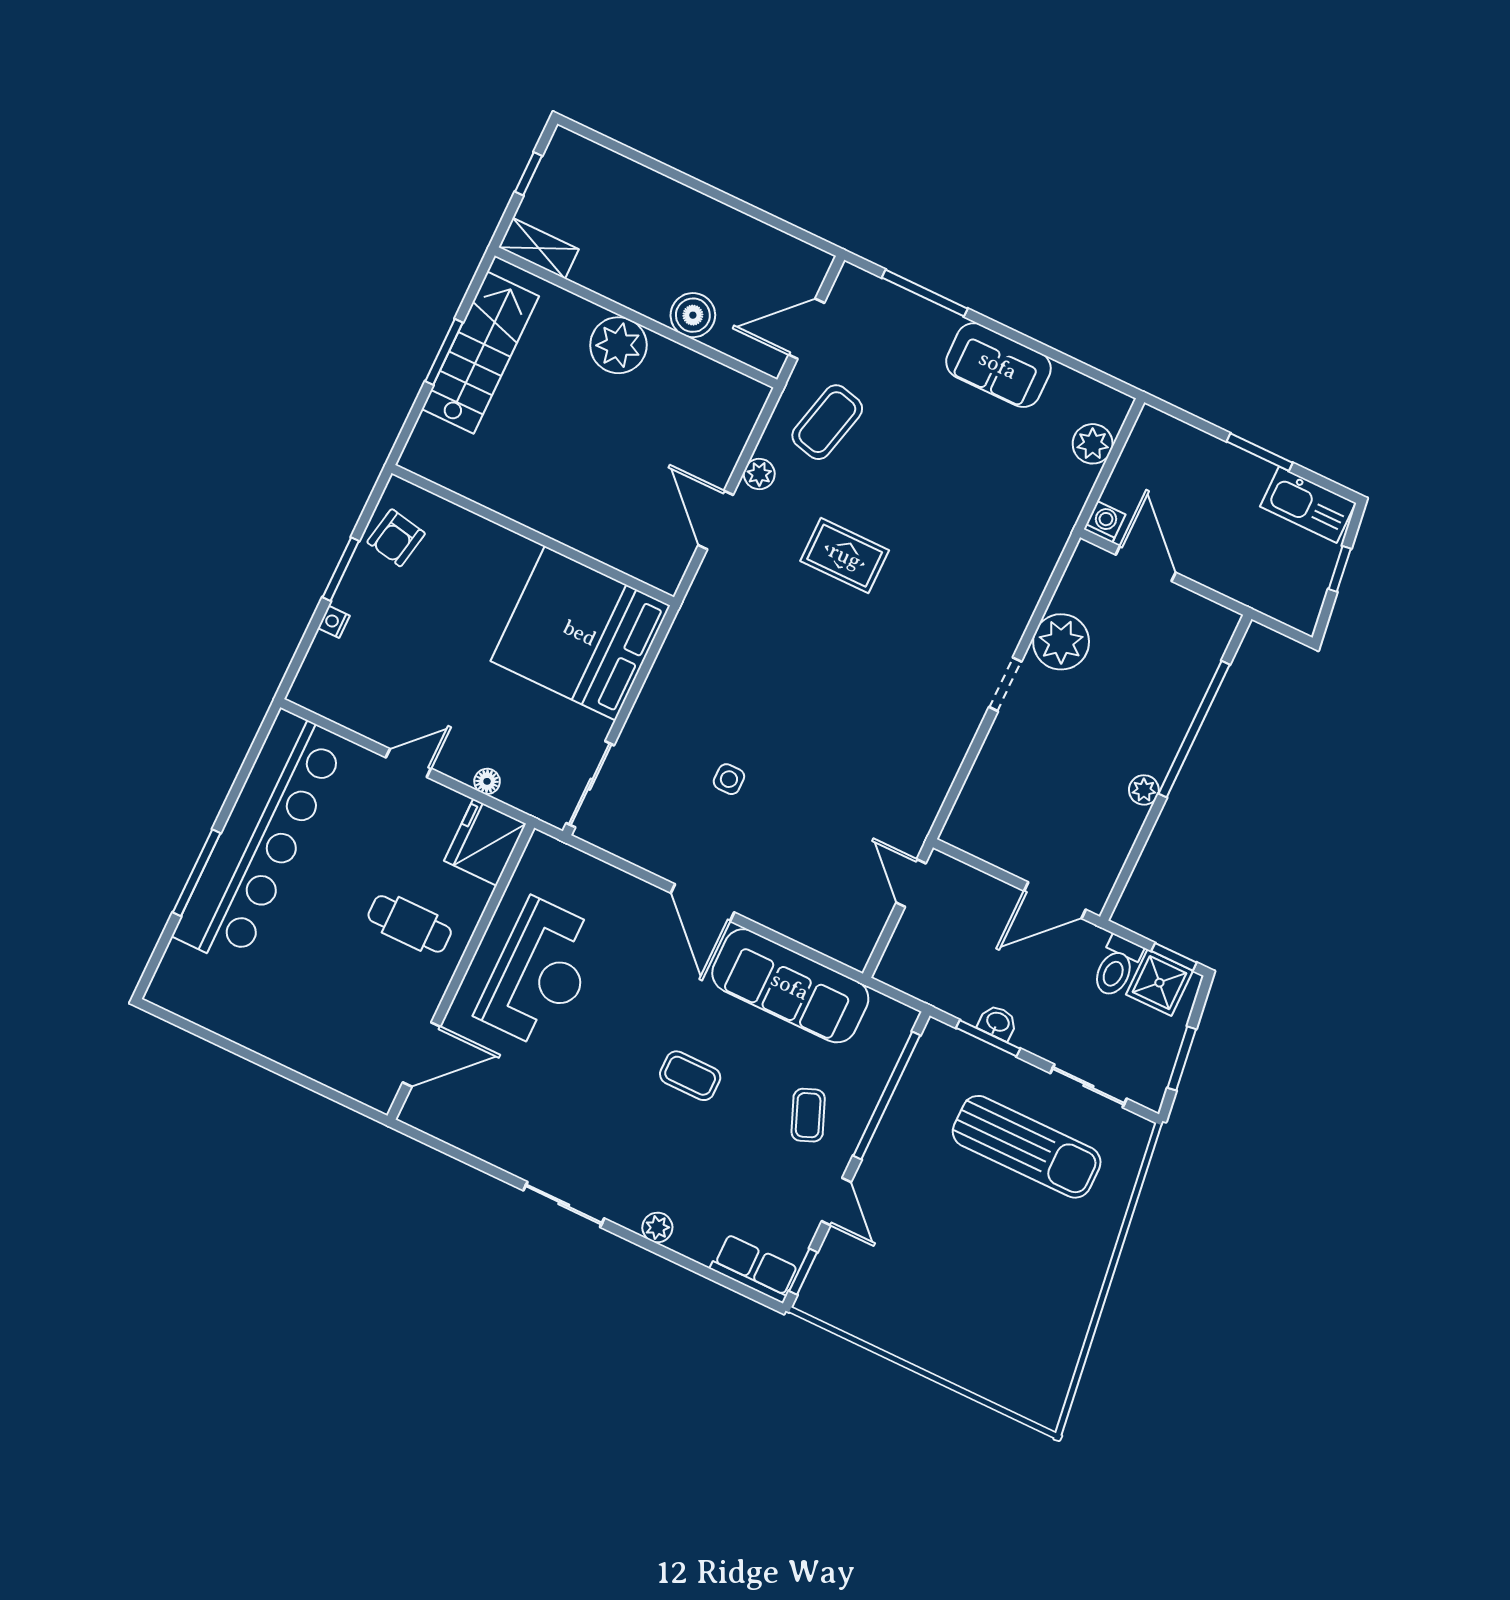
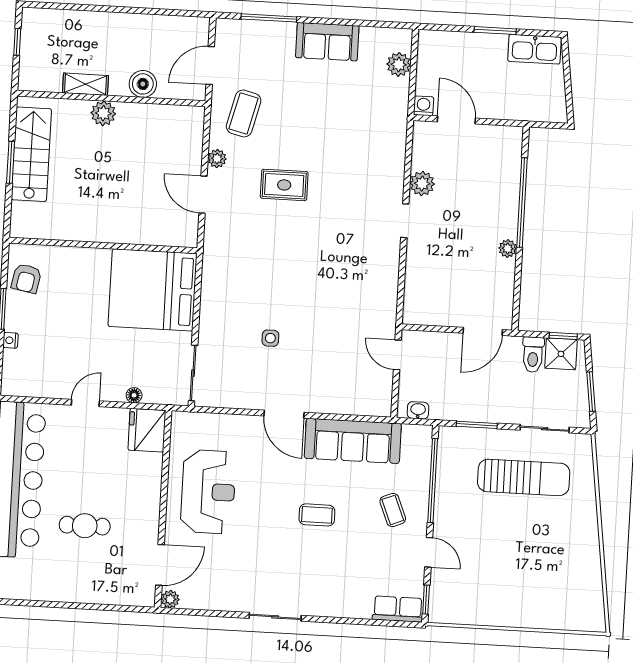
shelving: (539, 248) -> (85, 84), moved
plant: (618, 345) -> (103, 113), width x0.73, depth x0.73
window: (1340, 569) -> (567, 78), removed
plant: (1061, 642) -> (422, 184), width x0.73, depth x0.73
cafe table: (410, 924) -> (85, 526), moved
washbasin: (998, 1022) -> (418, 410), moved
plant: (657, 1227) -> (170, 599), moved

